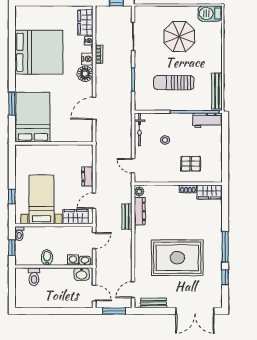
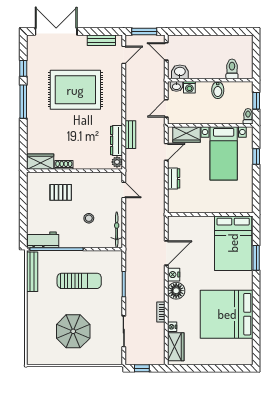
barbecue: (210, 14) -> (40, 356), removed
nightstand: (87, 59) -> (174, 275), moved

